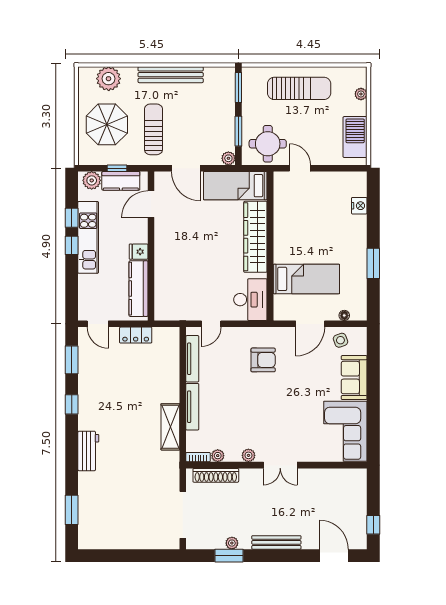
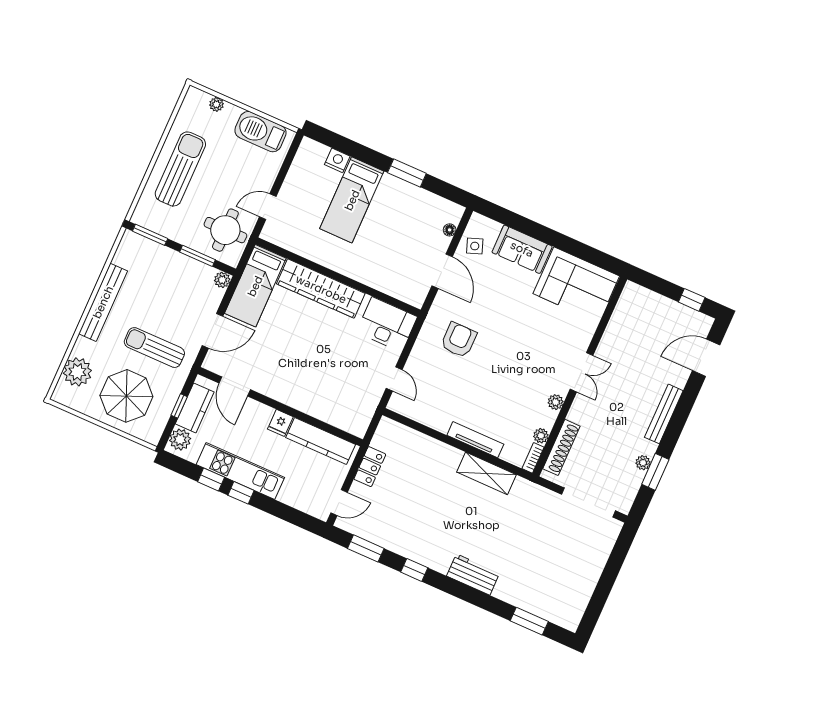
bed: (306, 279) -> (352, 200), moved, turned 180
tv unit: (192, 359) -> (423, 416), removed

